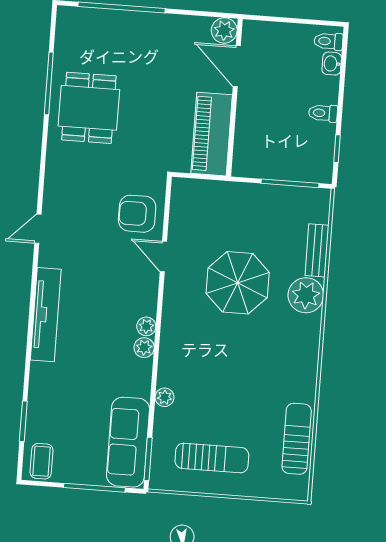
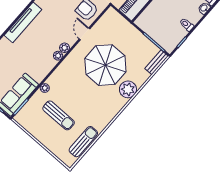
bench: (317, 250) -> (156, 62), moved
parasol: (238, 283) -> (105, 65), width x1.36, depth x1.36
plant: (144, 348) -> (65, 48), moved
sun lounger: (212, 458) -> (59, 115), moved

